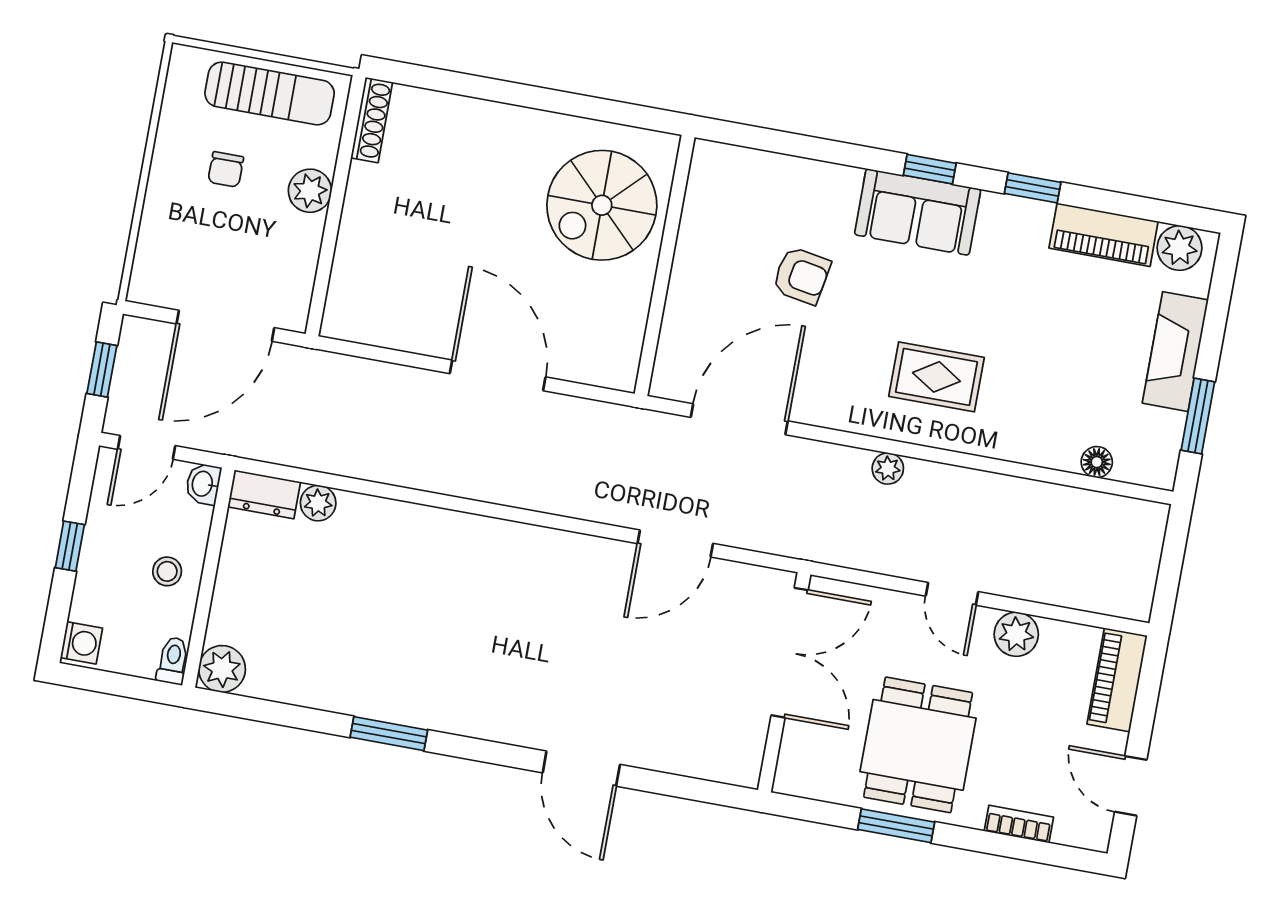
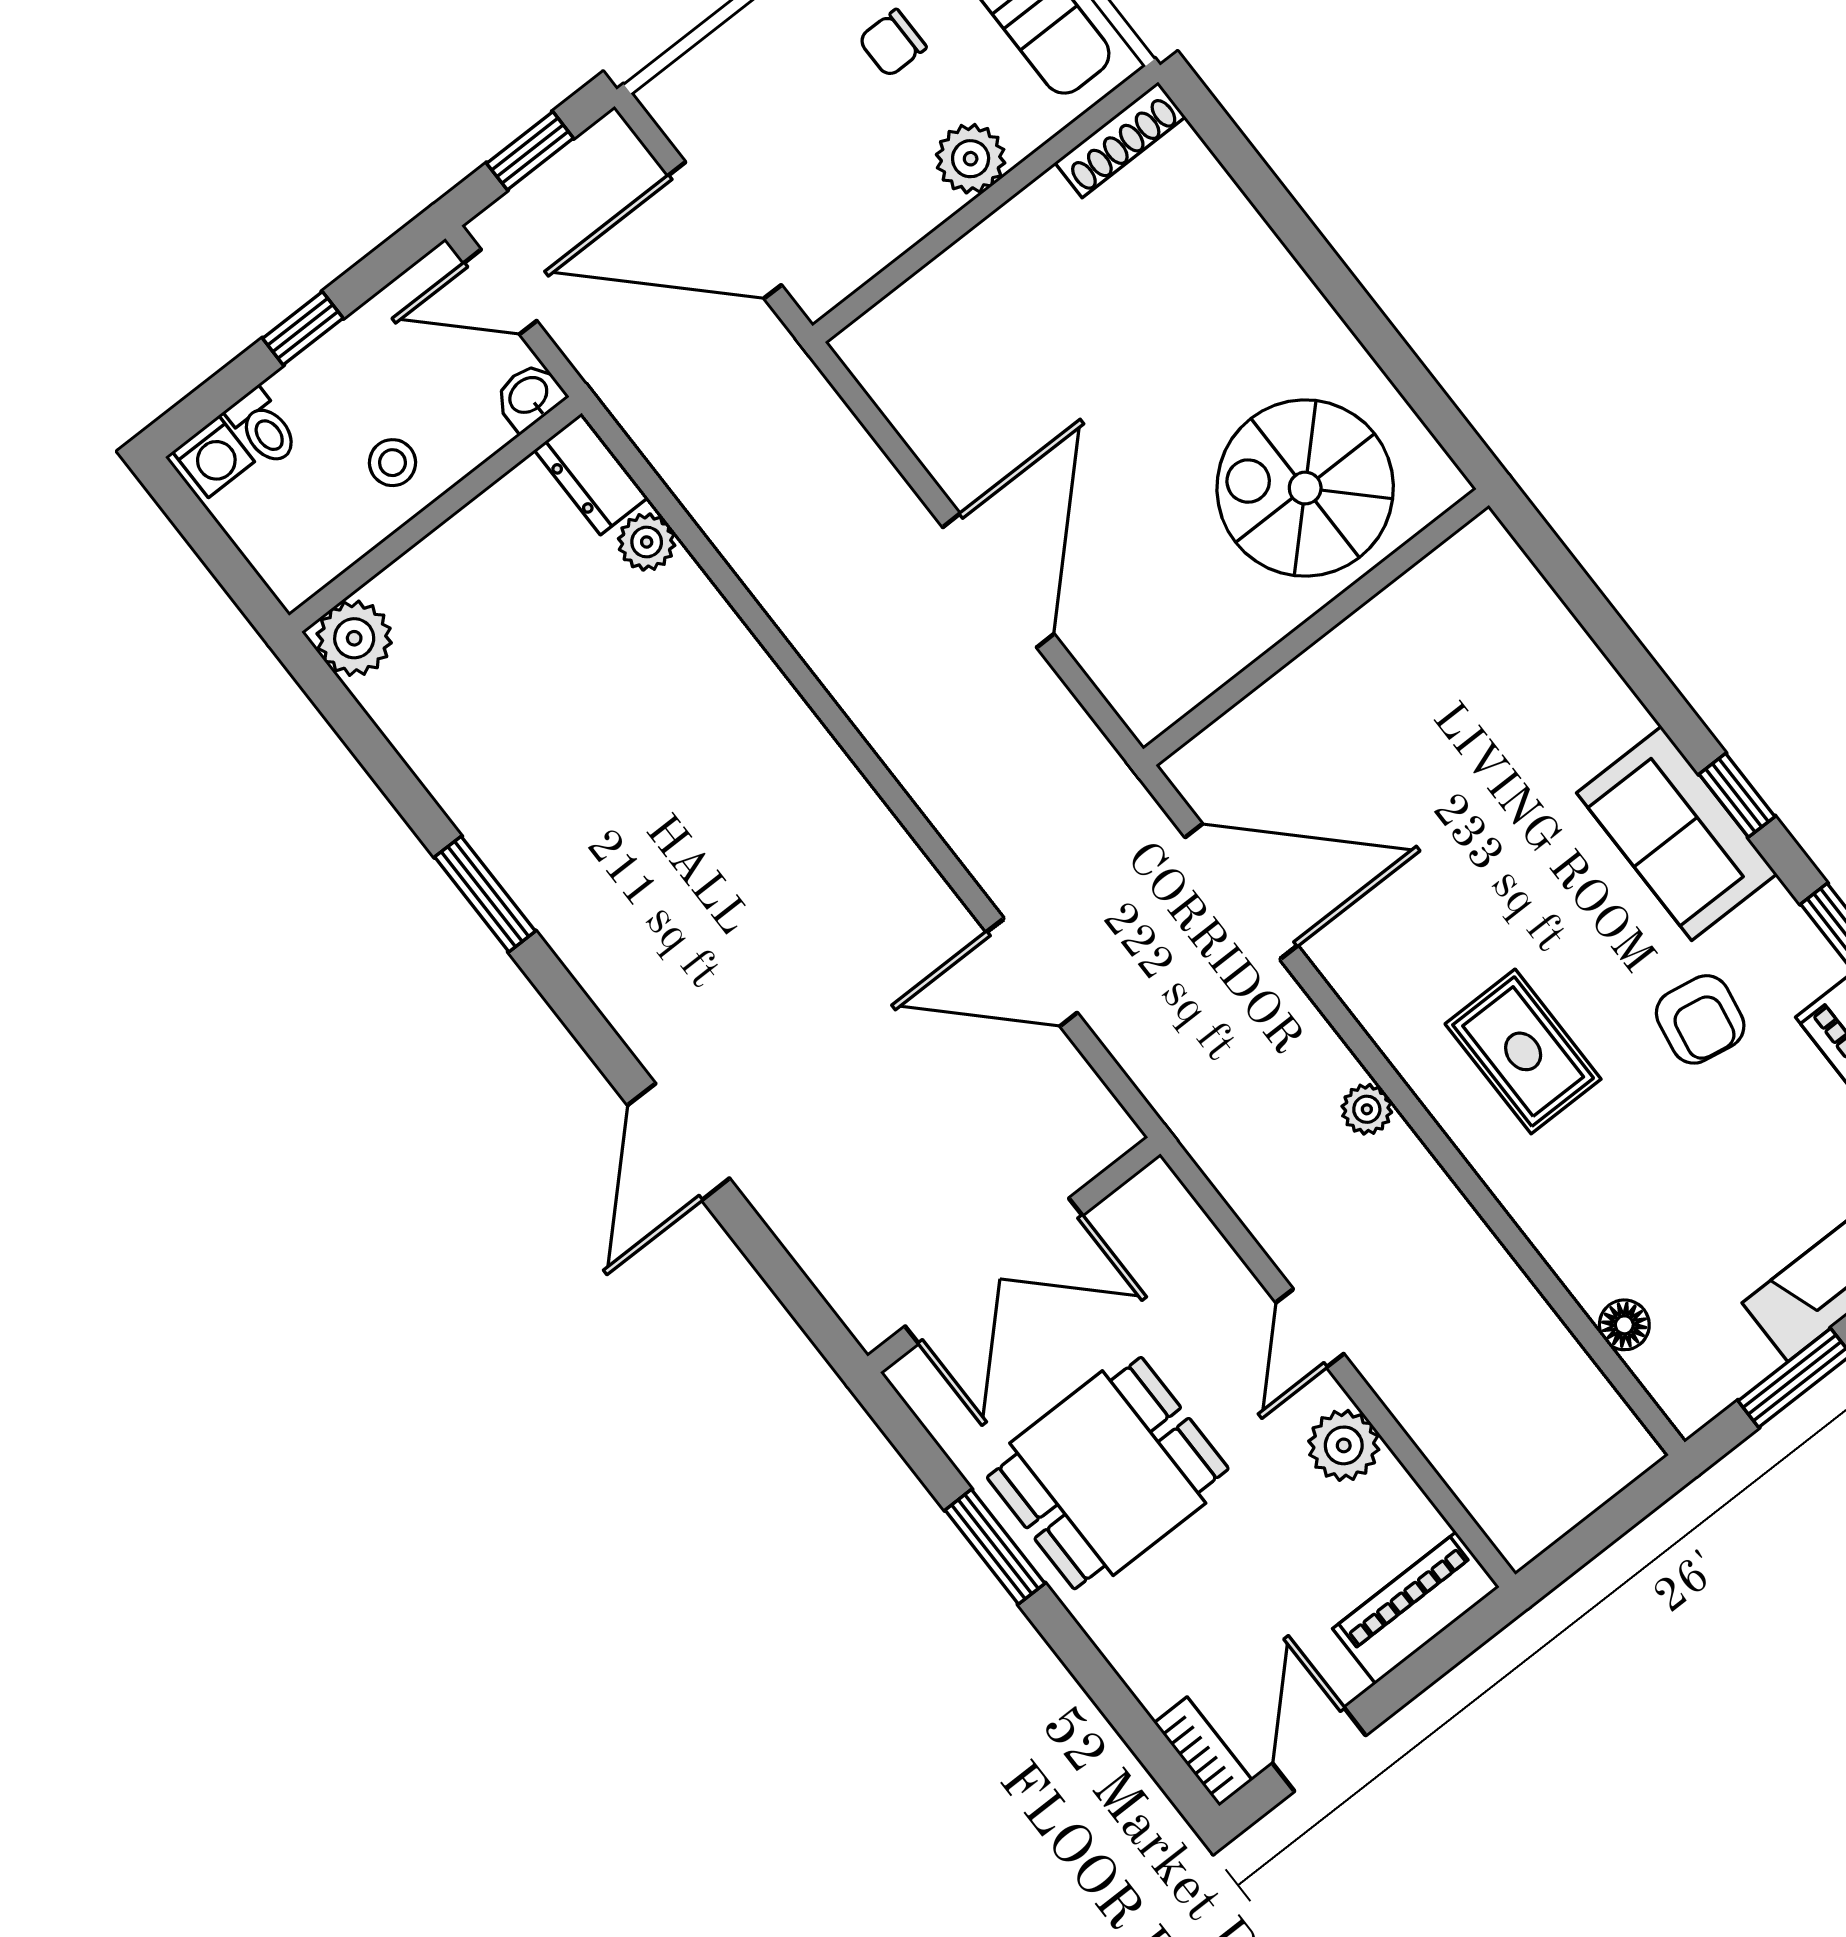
armchair: (801, 276) -> (1700, 1019), moved
double door: (790, 653) -> (994, 1271), moved
toilet: (173, 661) -> (263, 427), moved, turned 90
bookcase: (1019, 824) -> (1203, 1751), moved

